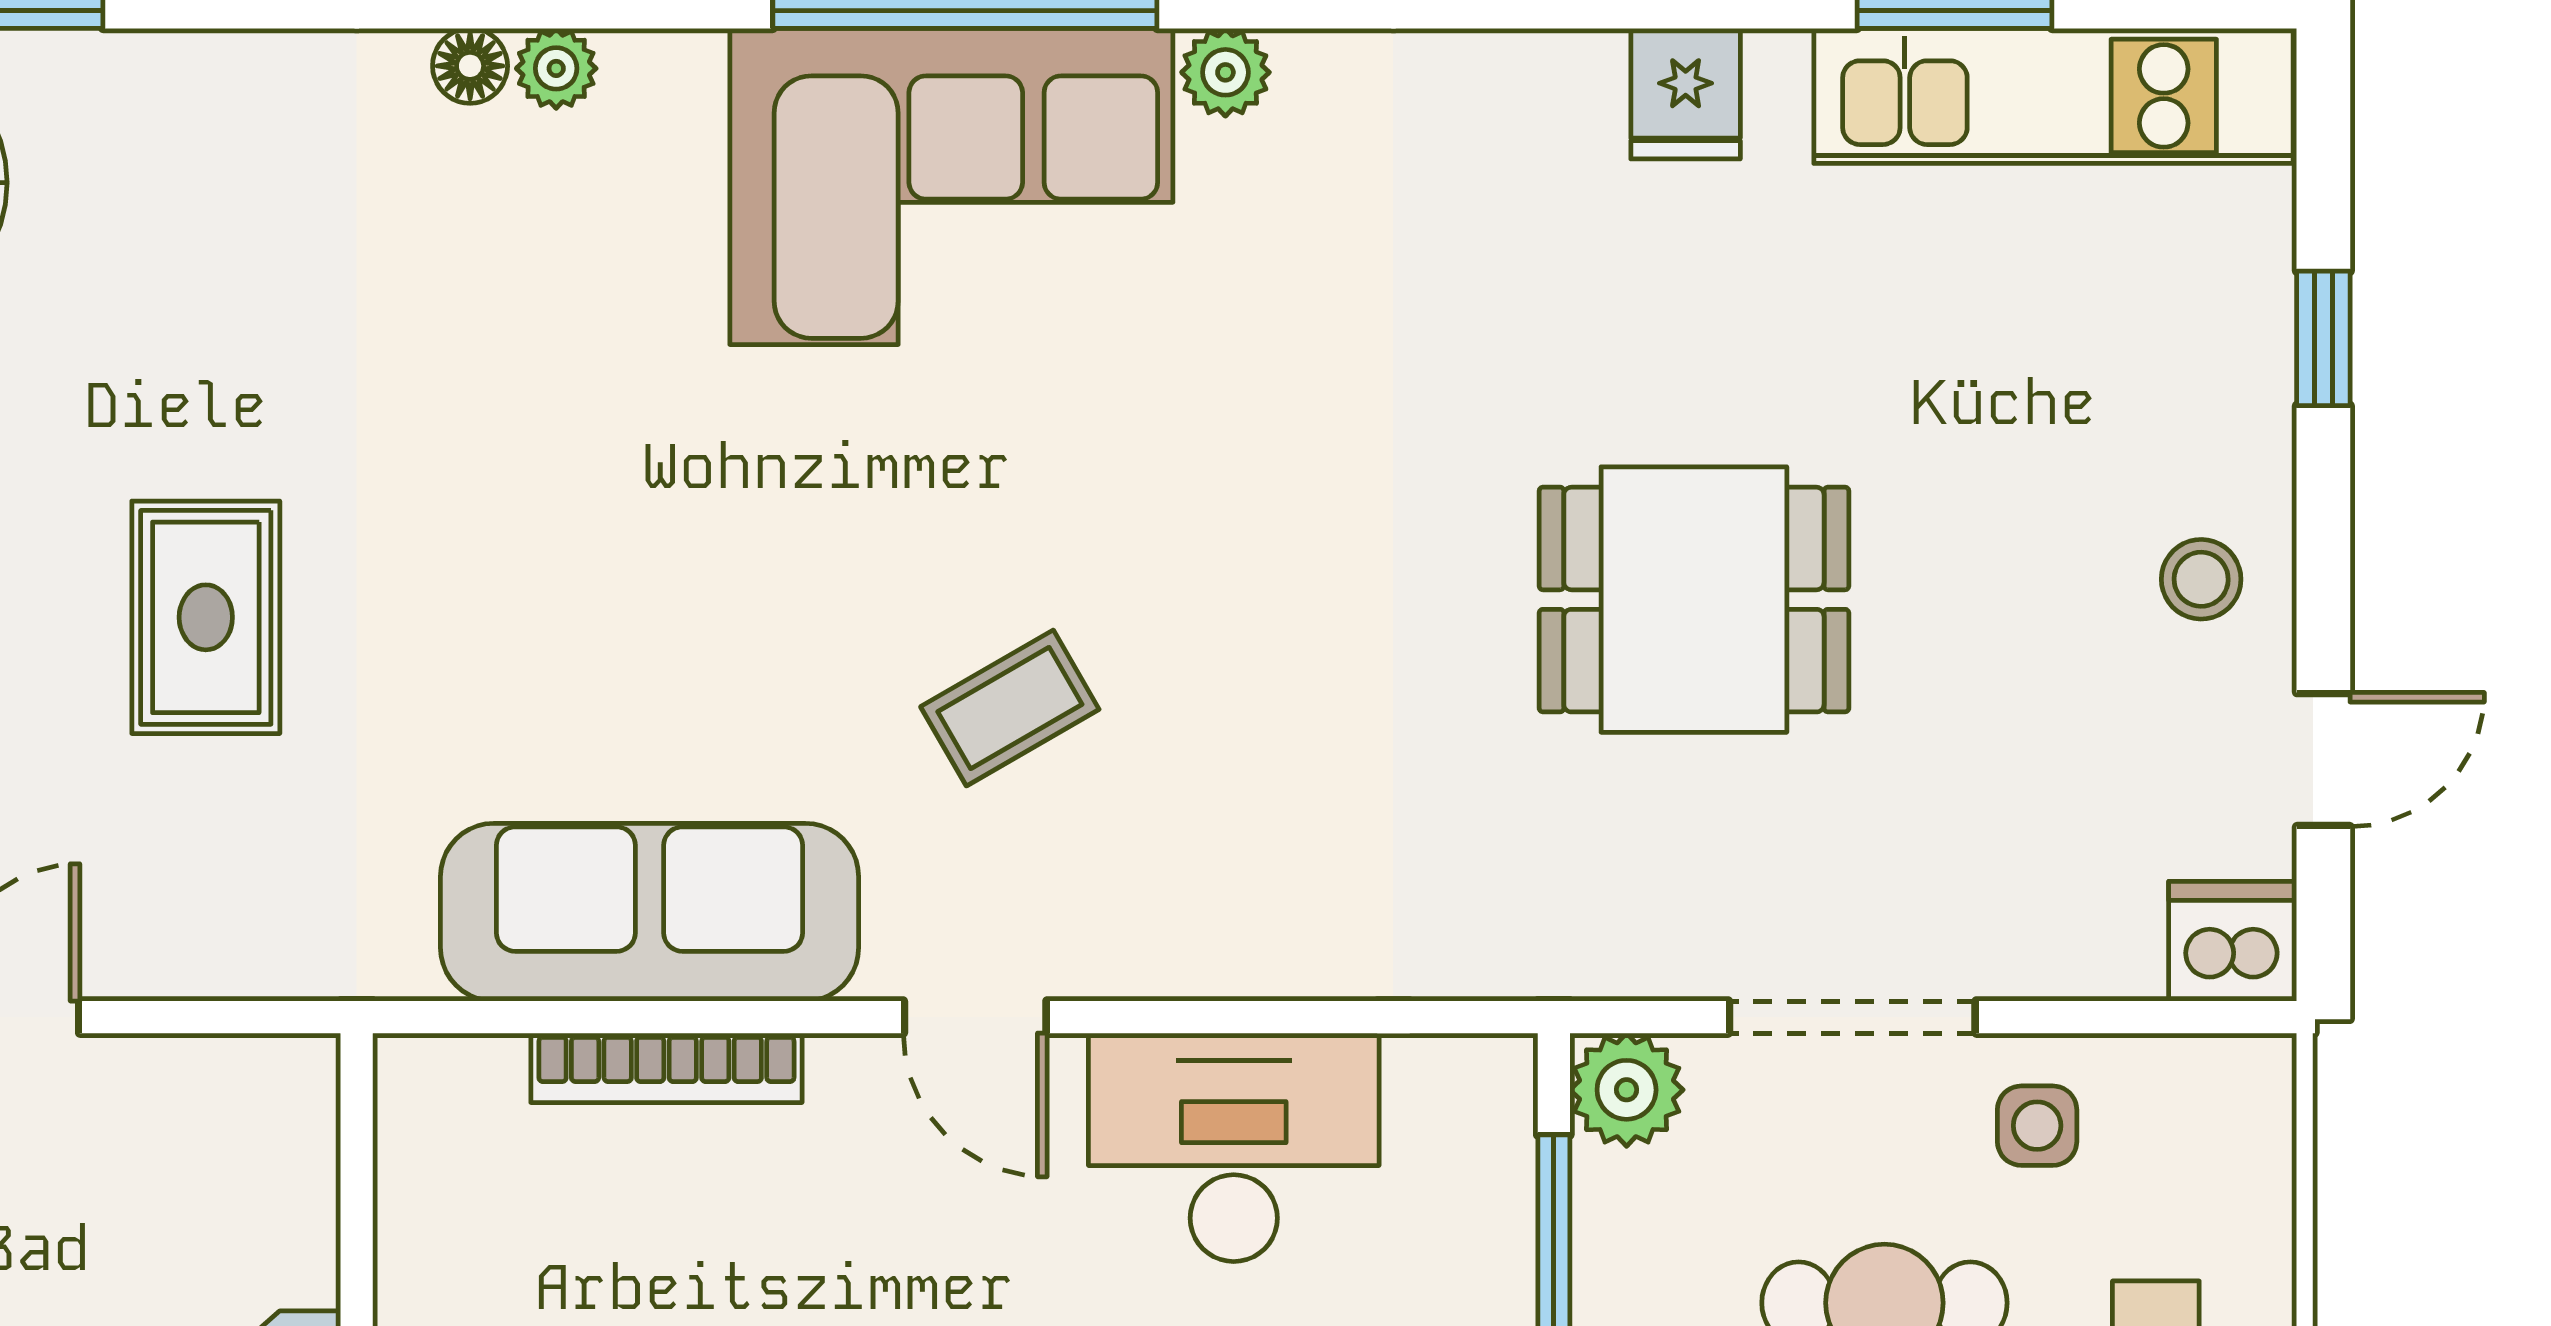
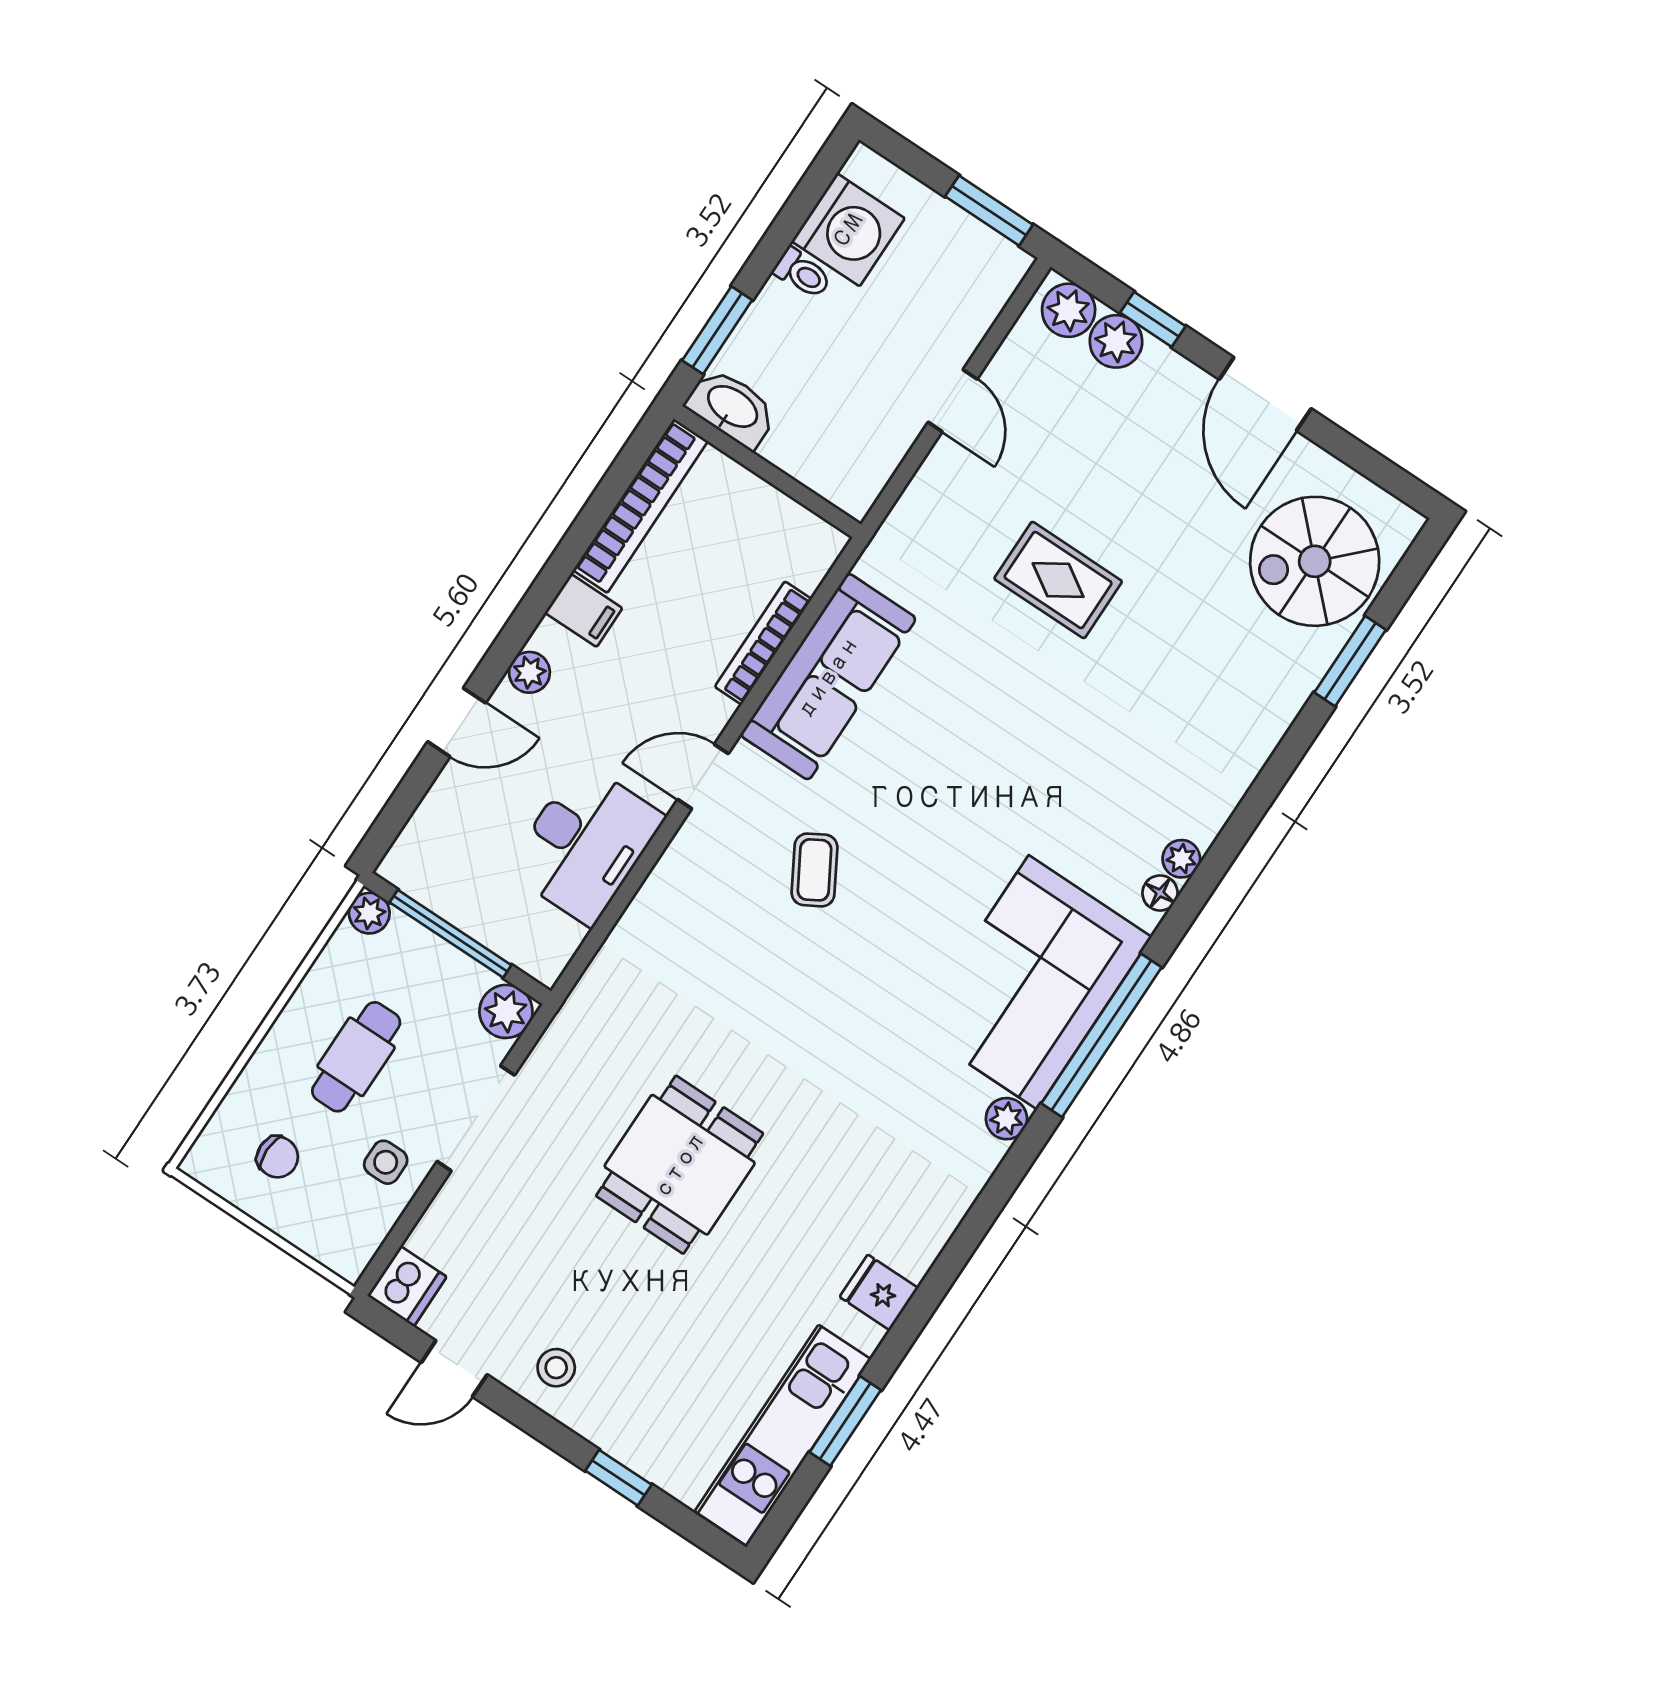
floor lamp: (470, 66) -> (1160, 893), moved
door: (2323, 760) -> (454, 1369), hinge flipped

